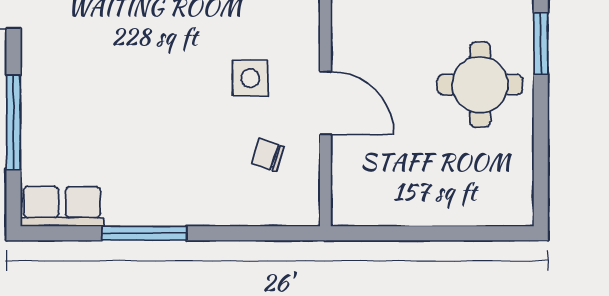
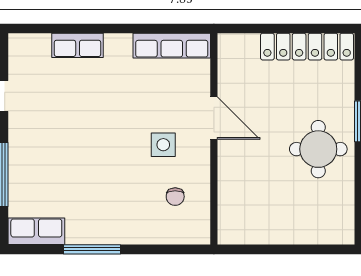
door: (325, 103) -> (214, 118), moved
chair: (268, 155) -> (175, 197), turned -108

